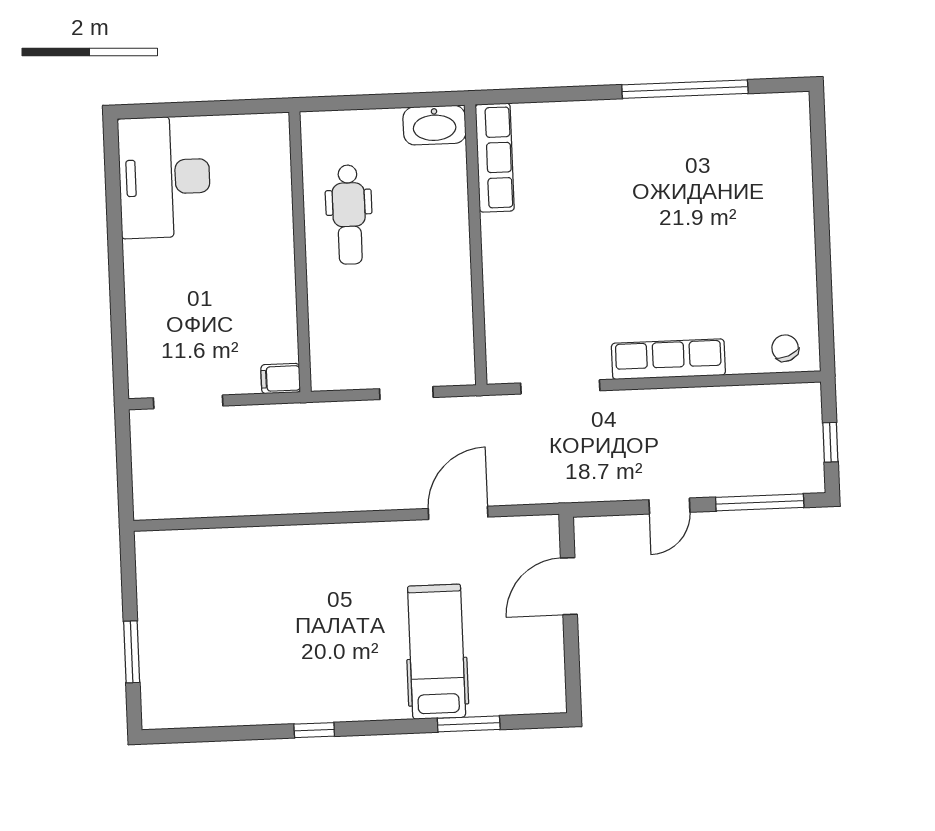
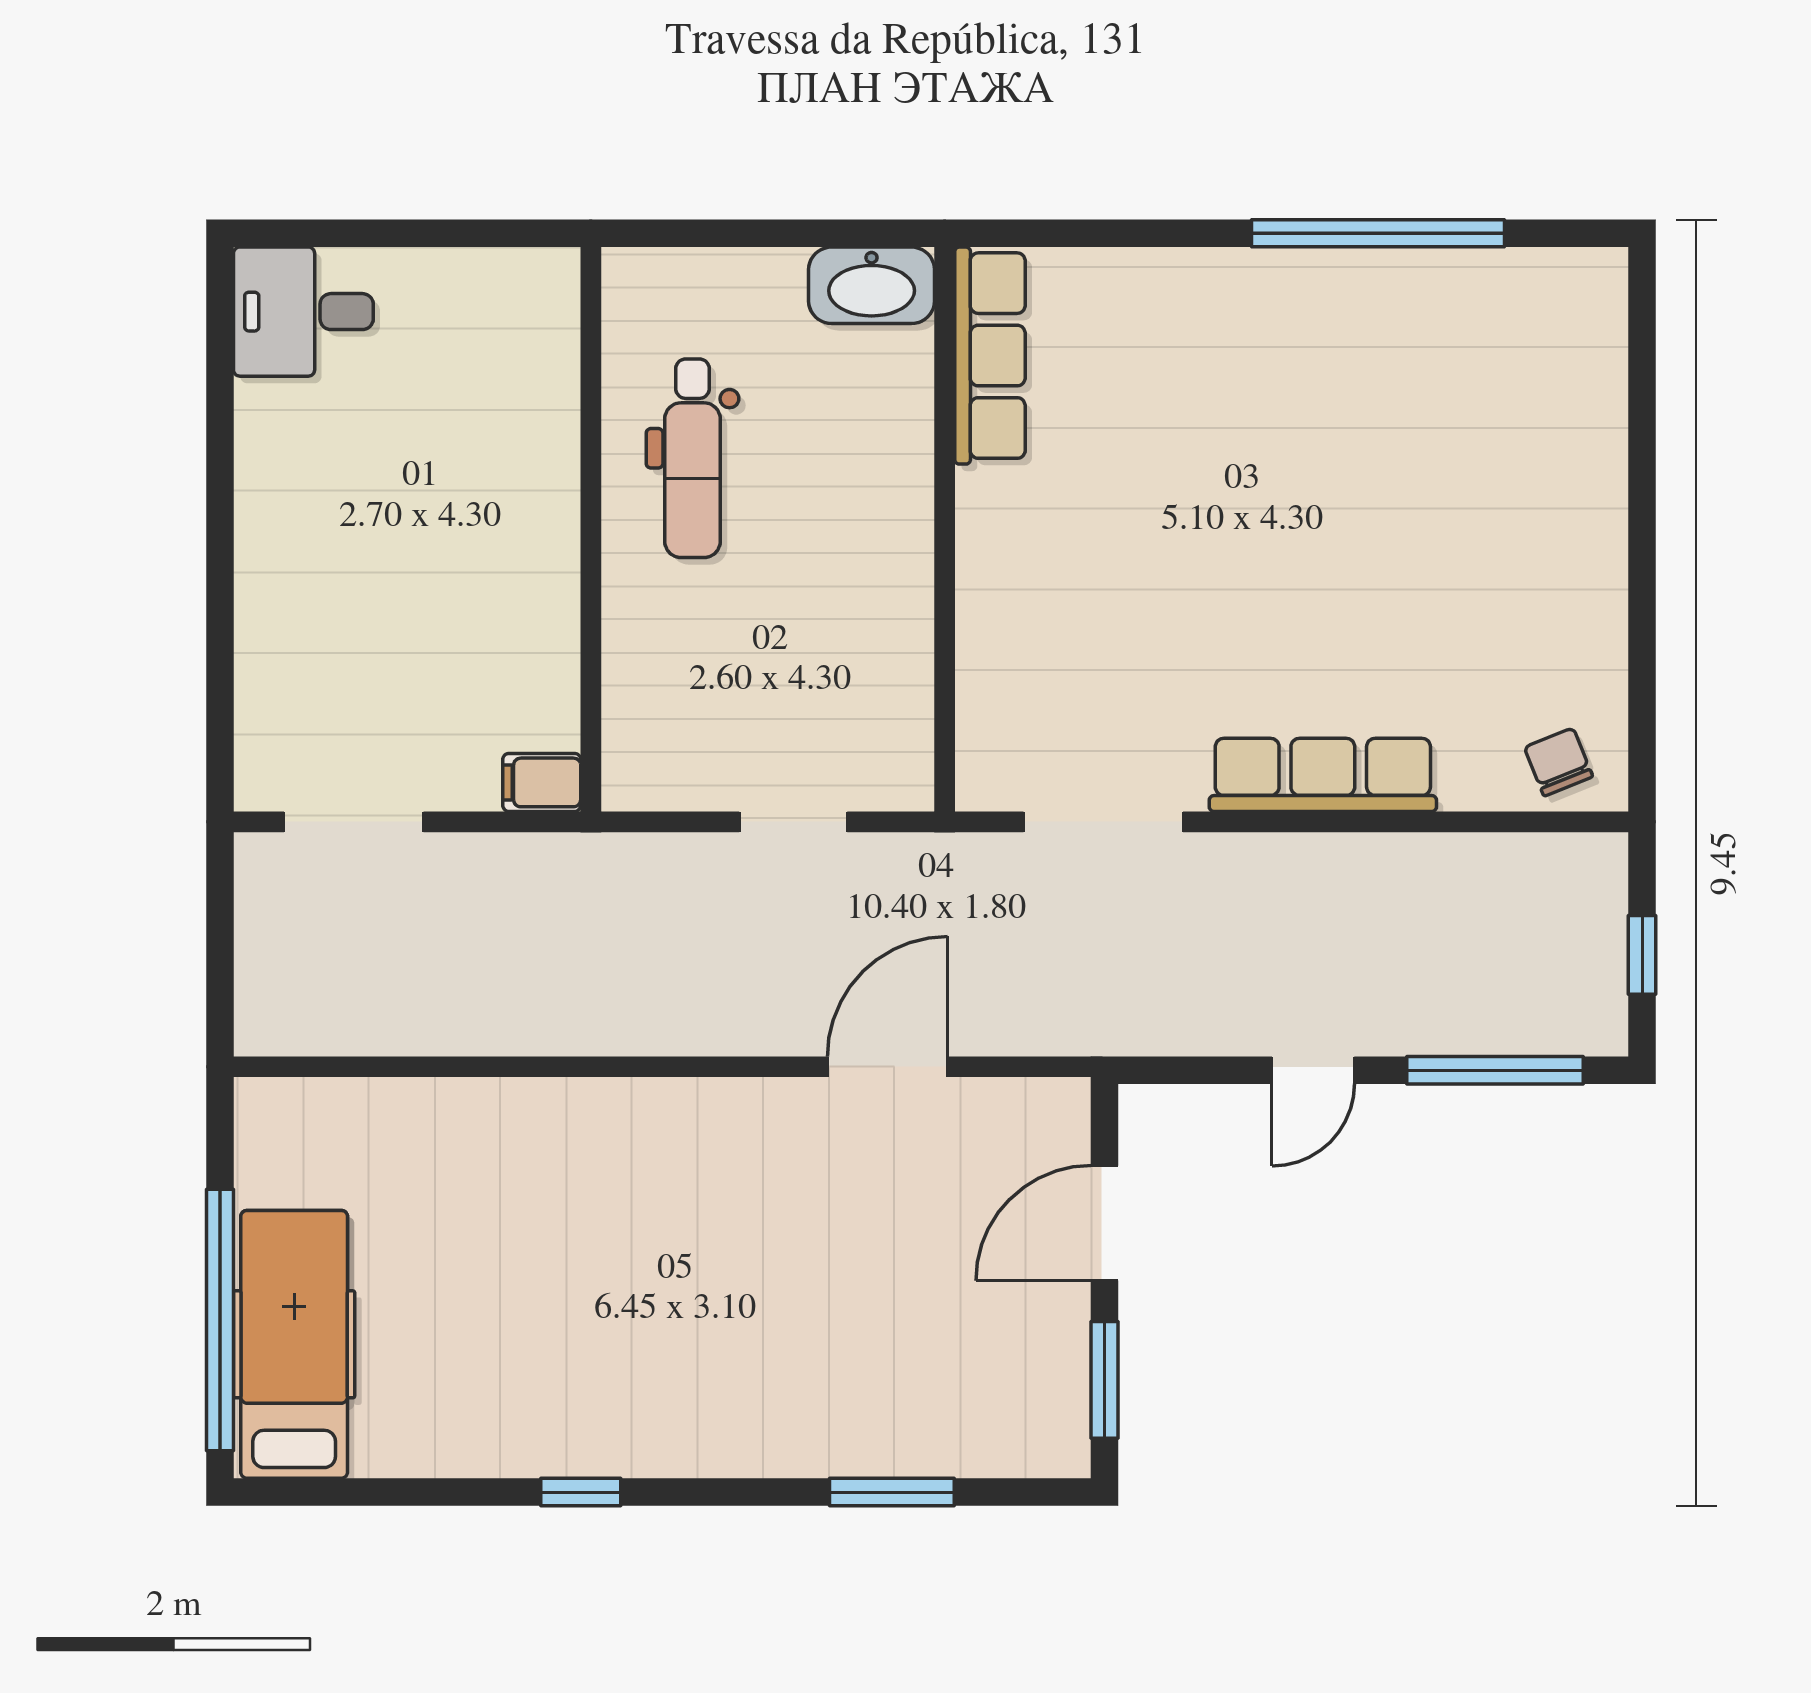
desk: (164, 177) -> (303, 312), width x0.53, depth x0.77
window: (132, 652) -> (220, 1320), width x2.11
hospital bed: (437, 652) -> (294, 1344), moved
window: (572, 664) -> (1105, 1380), added

